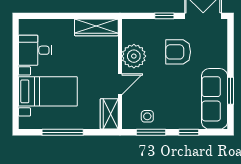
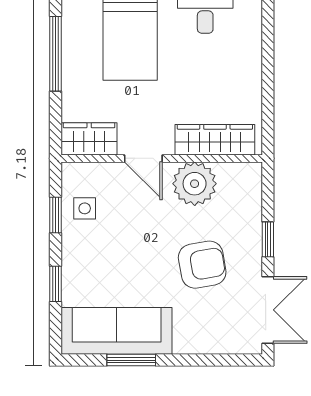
wardrobe: (96, 27) -> (215, 140), moved, turned 90
armchair: (178, 52) -> (202, 265), turned 80
window: (151, 132) -> (56, 215), width x0.67

